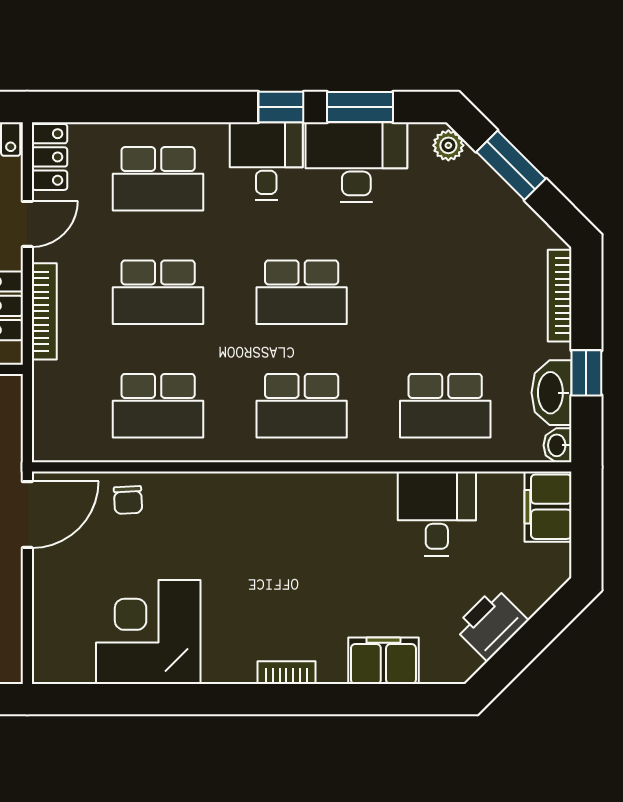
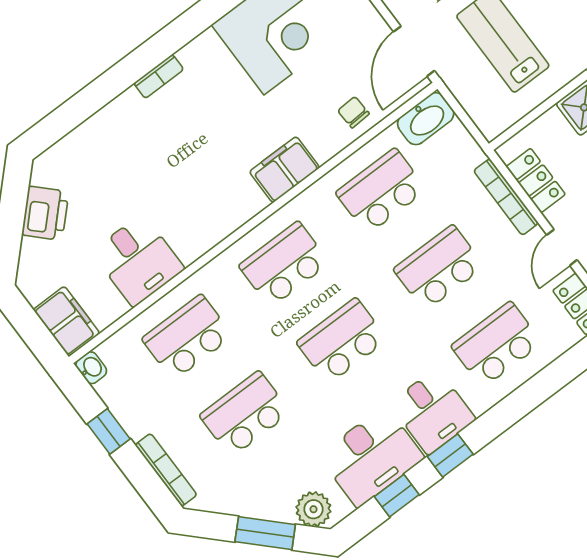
window: (360, 107) -> (397, 496), width x0.67
plant: (448, 145) -> (313, 509), width x1.38, depth x1.38
school desk: (445, 292) -> (245, 414), added
washbasin: (552, 393) -> (426, 119), moved, turned 90
filing cabinet: (383, 661) -> (285, 170), moved, turned 180

